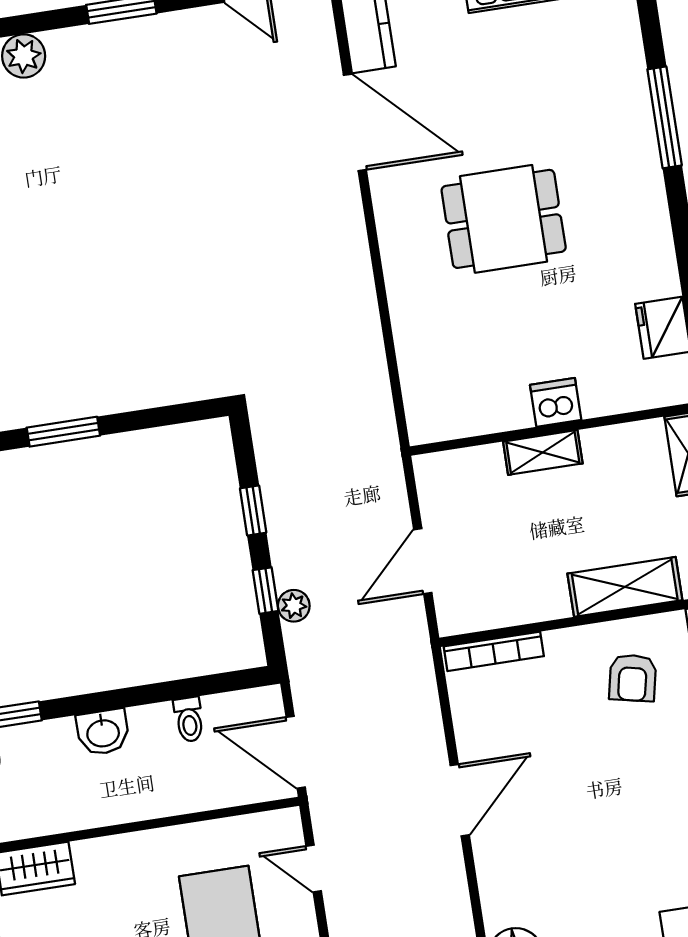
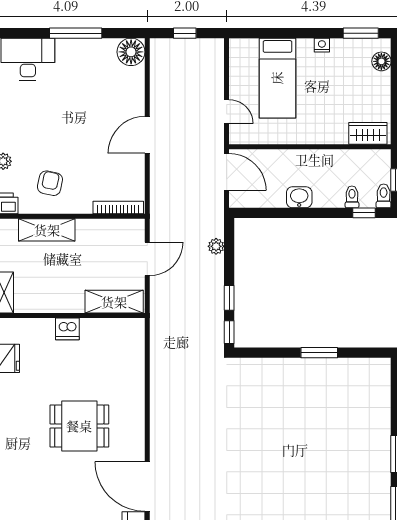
shelving: (543, 452) -> (114, 302), moved, width x1.50, depth x1.33
window: (266, 591) -> (229, 332), moved
toilet: (189, 719) -> (352, 197), moved
washbasin: (103, 732) -> (299, 197), moved

